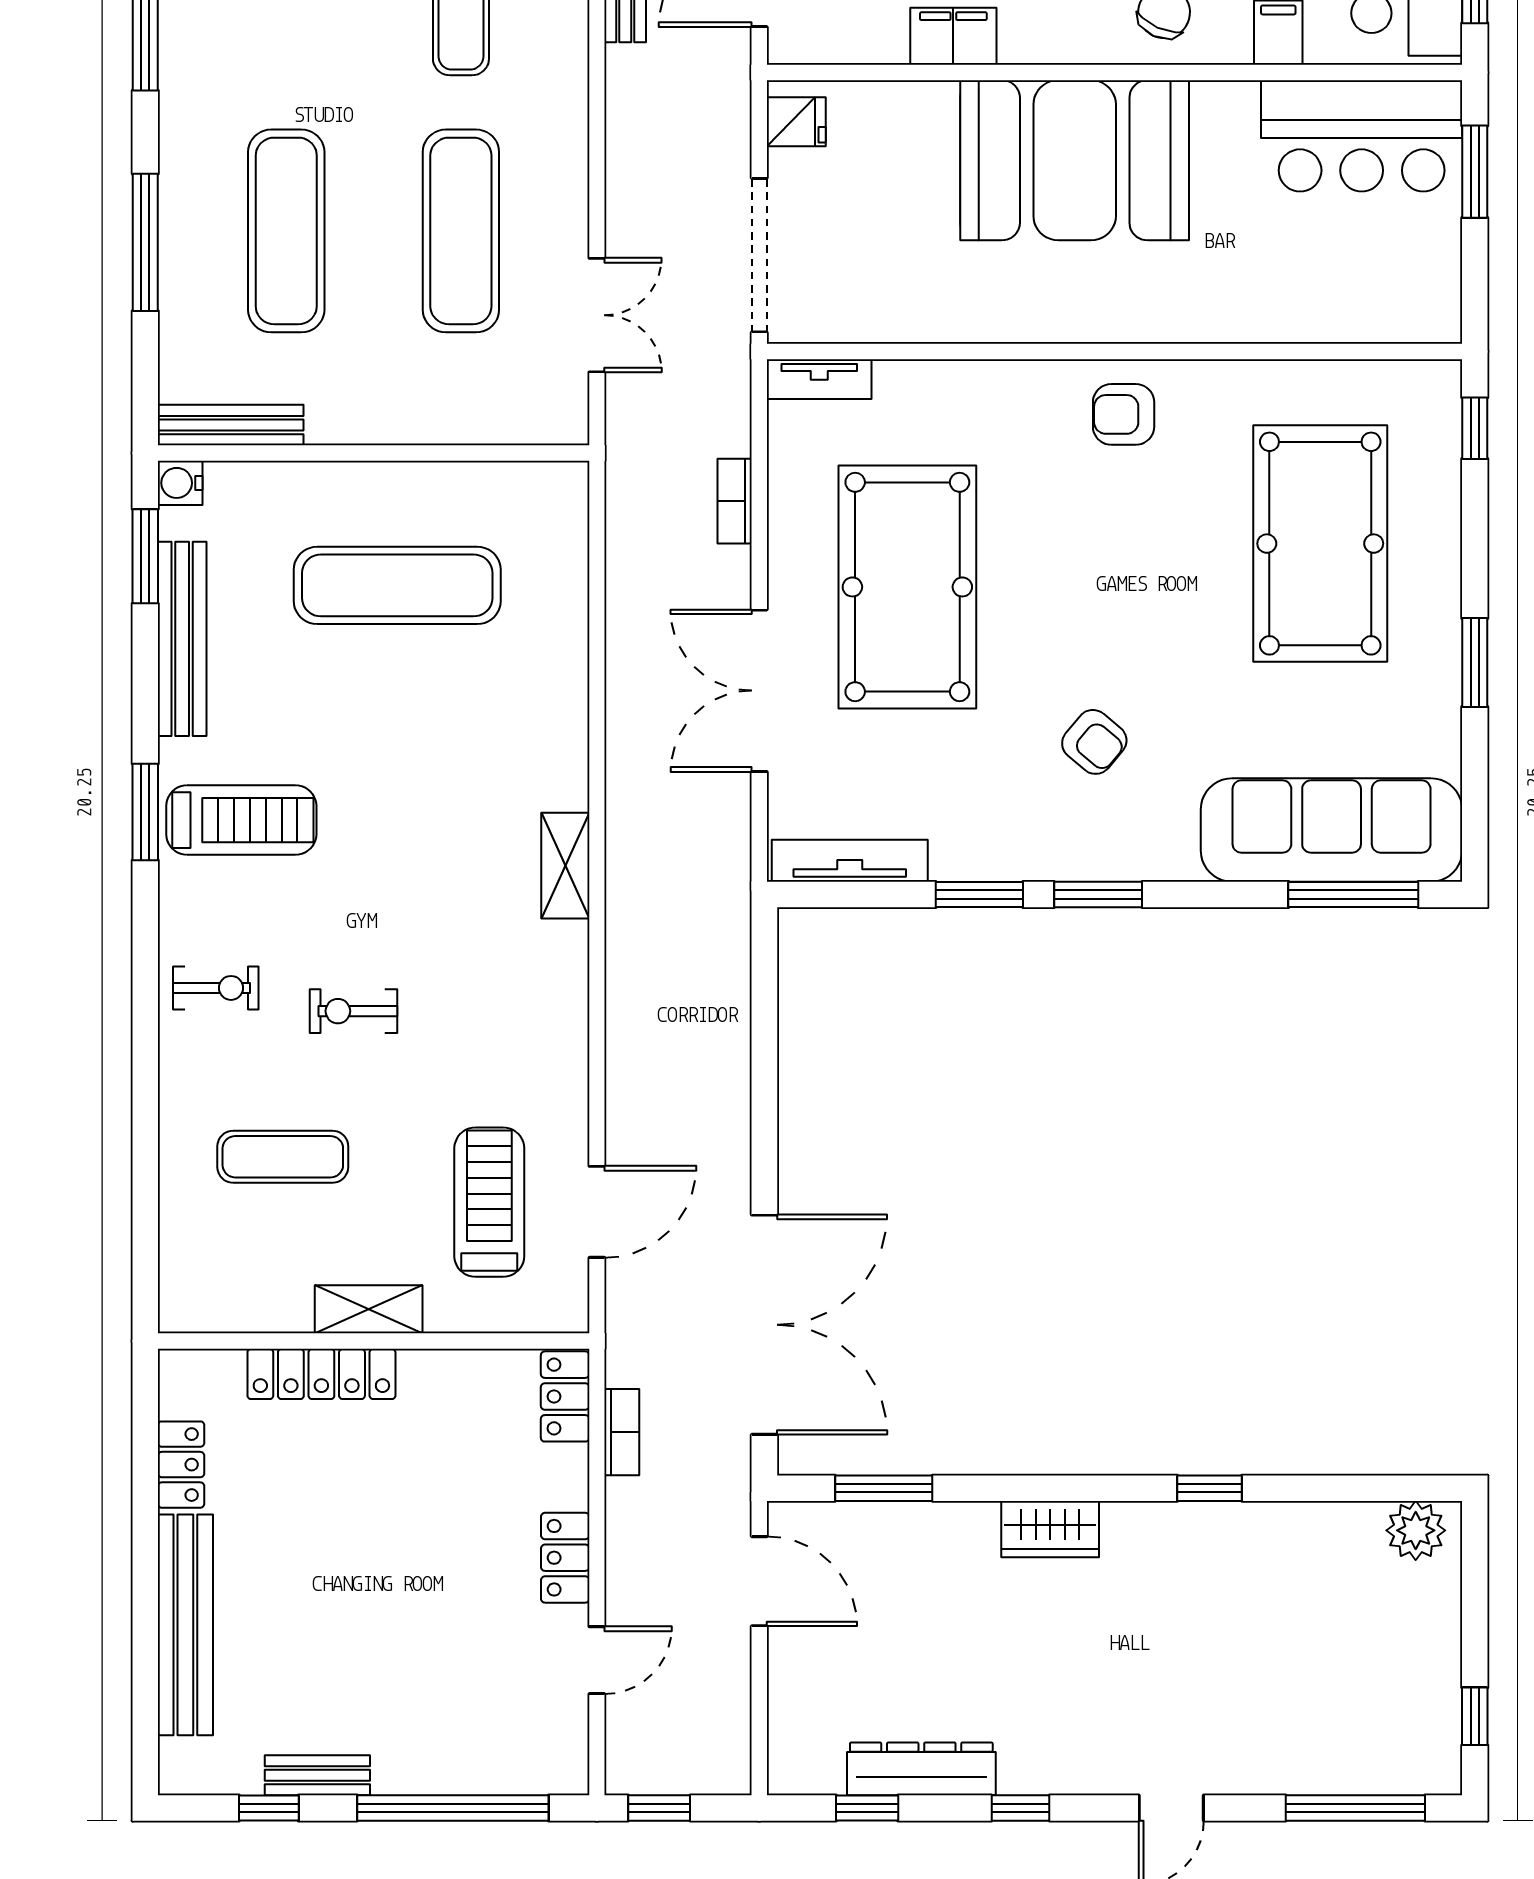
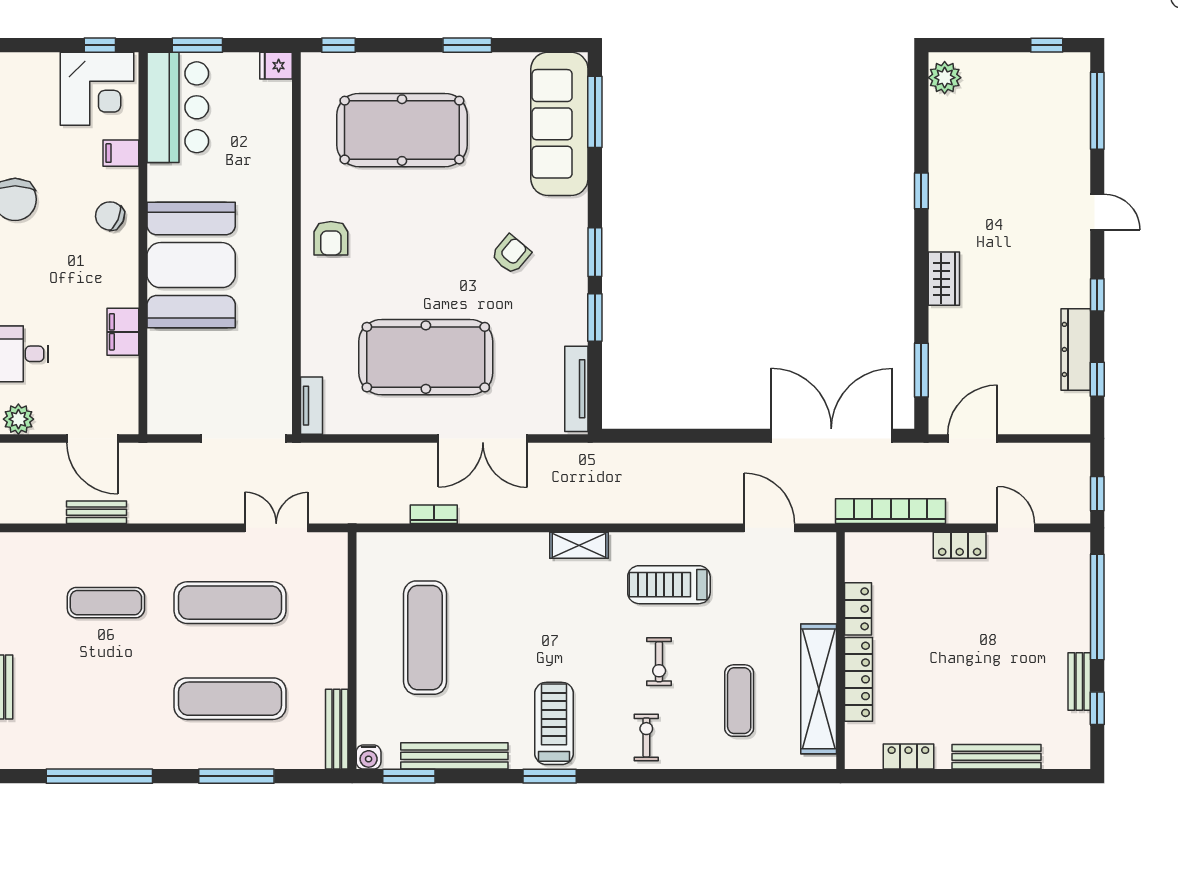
fridge: (796, 122) -> (276, 66), moved, turned -90
bookcase: (735, 501) -> (434, 514), moved, turned 180
treadmill: (489, 1202) -> (669, 585), moved
shelving: (369, 1309) -> (819, 689), width x2.20, depth x1.33
locker: (565, 1396) -> (858, 609), moved, turned -90
bookcase: (622, 1432) -> (891, 511), width x2.31, depth x1.31
bench: (185, 1625) -> (997, 757), width x0.73, depth x0.82

